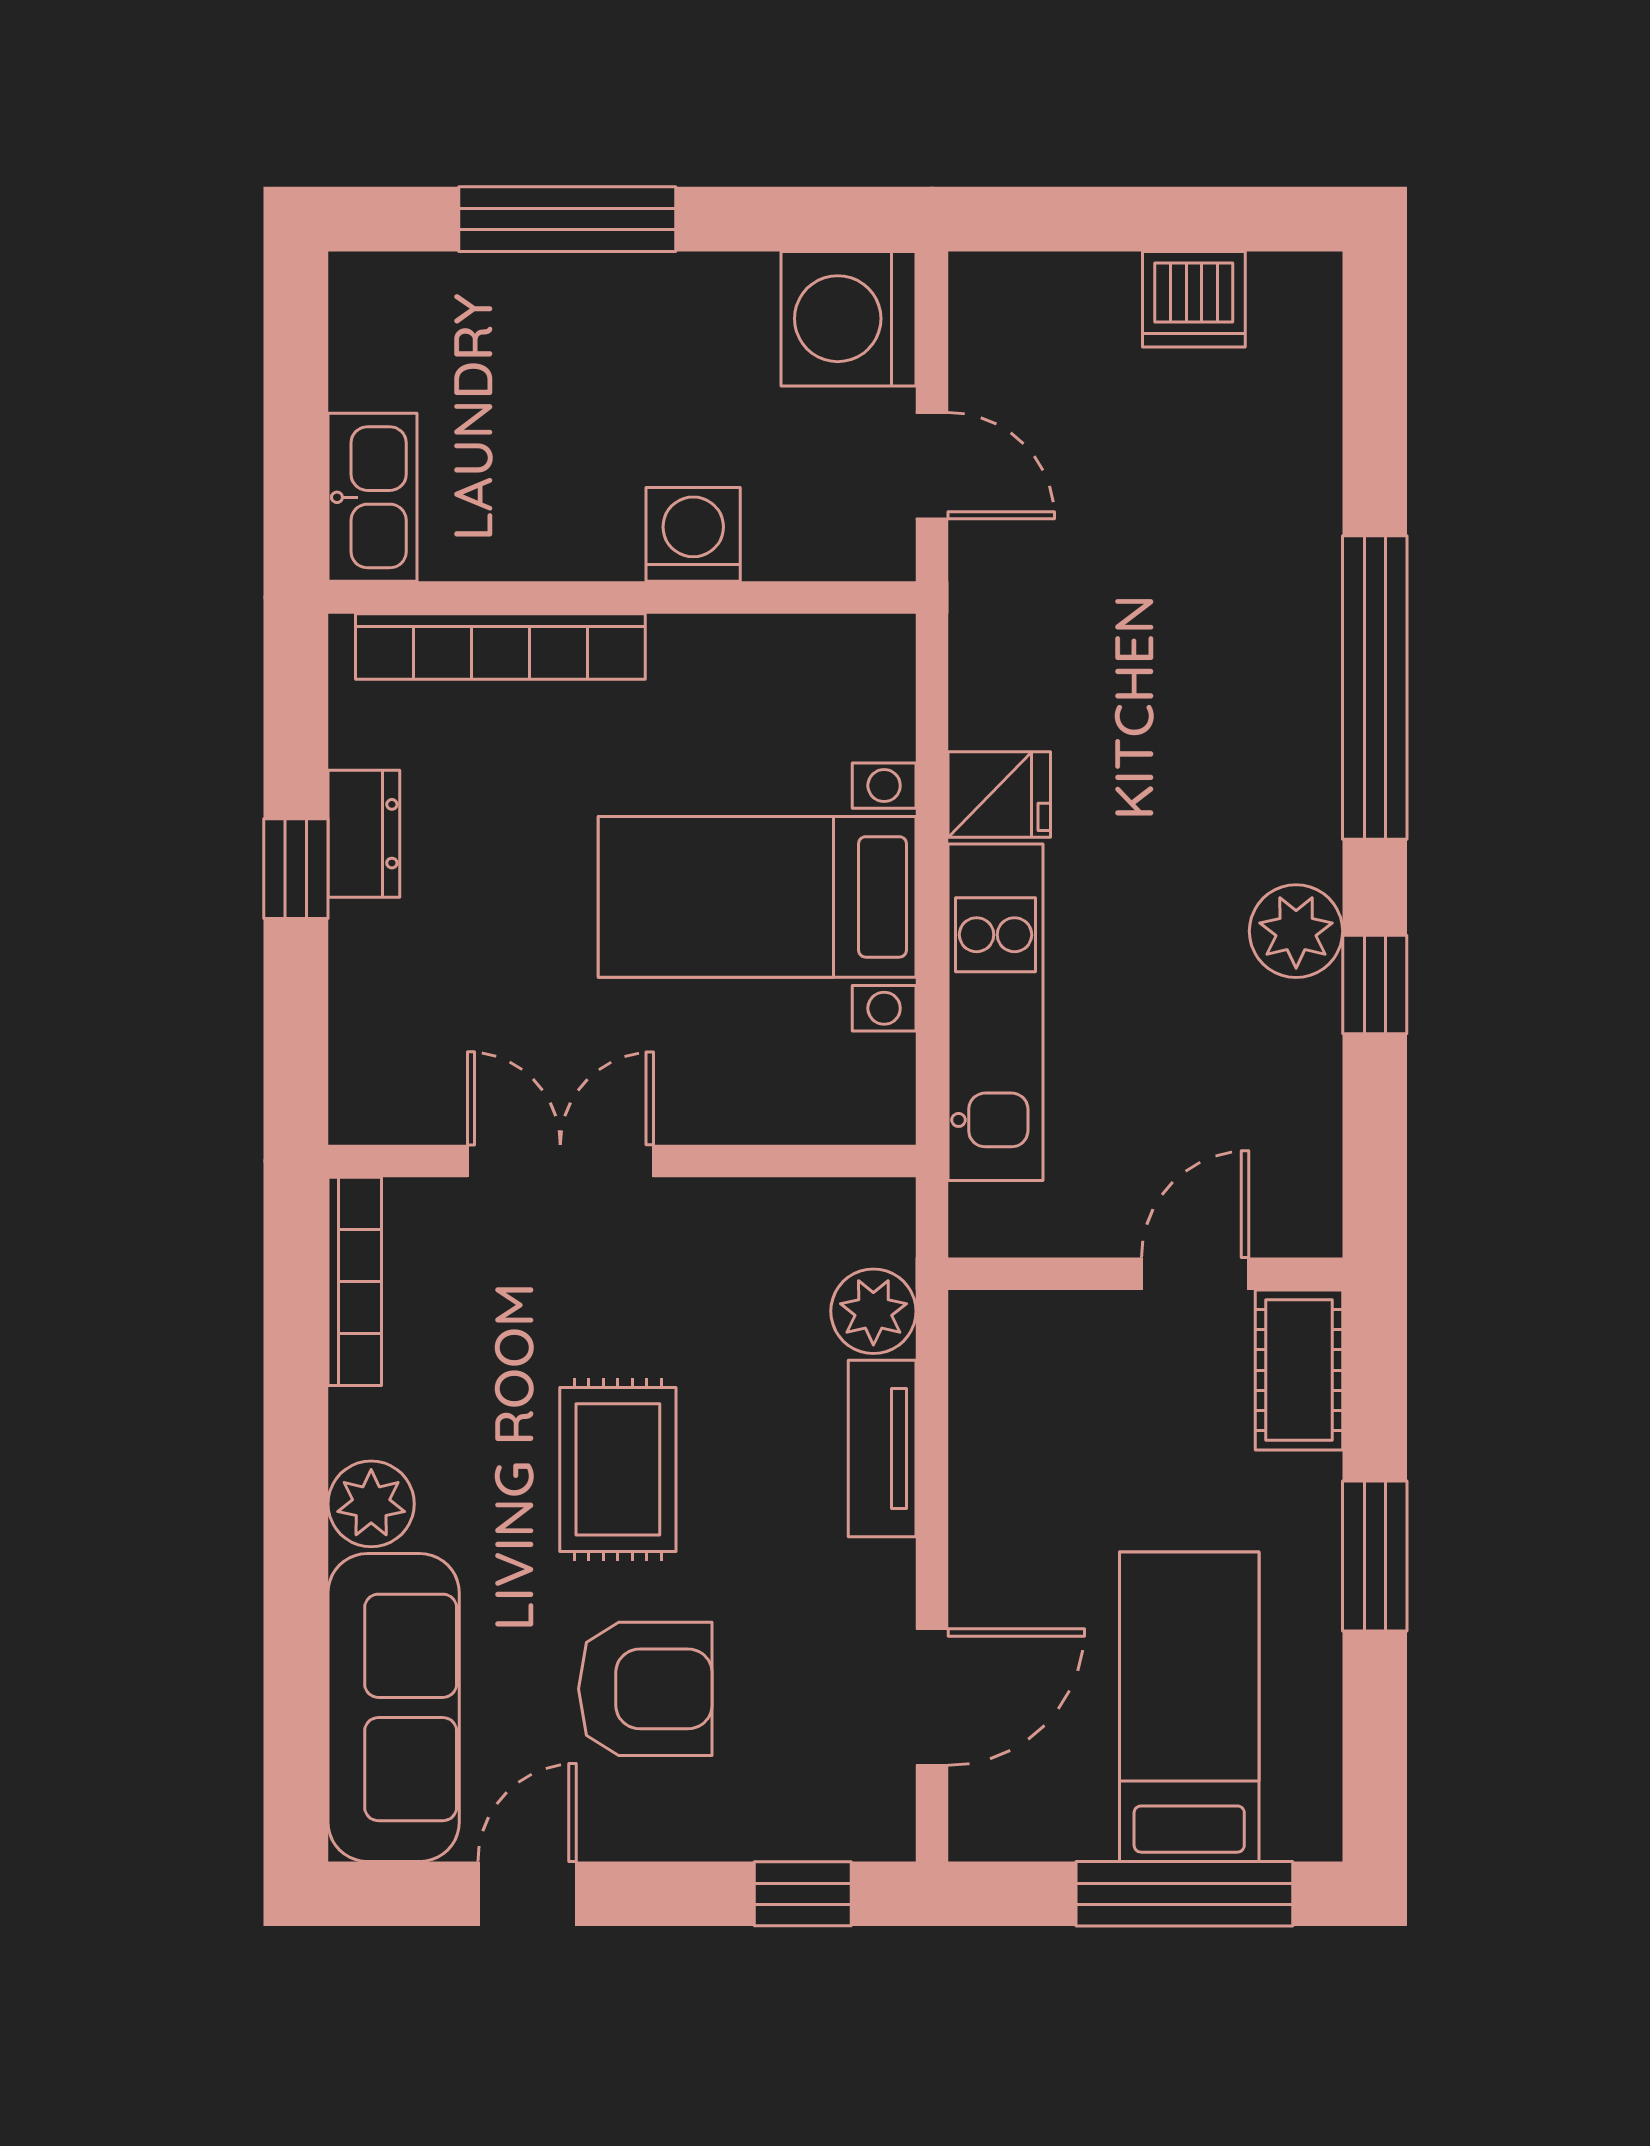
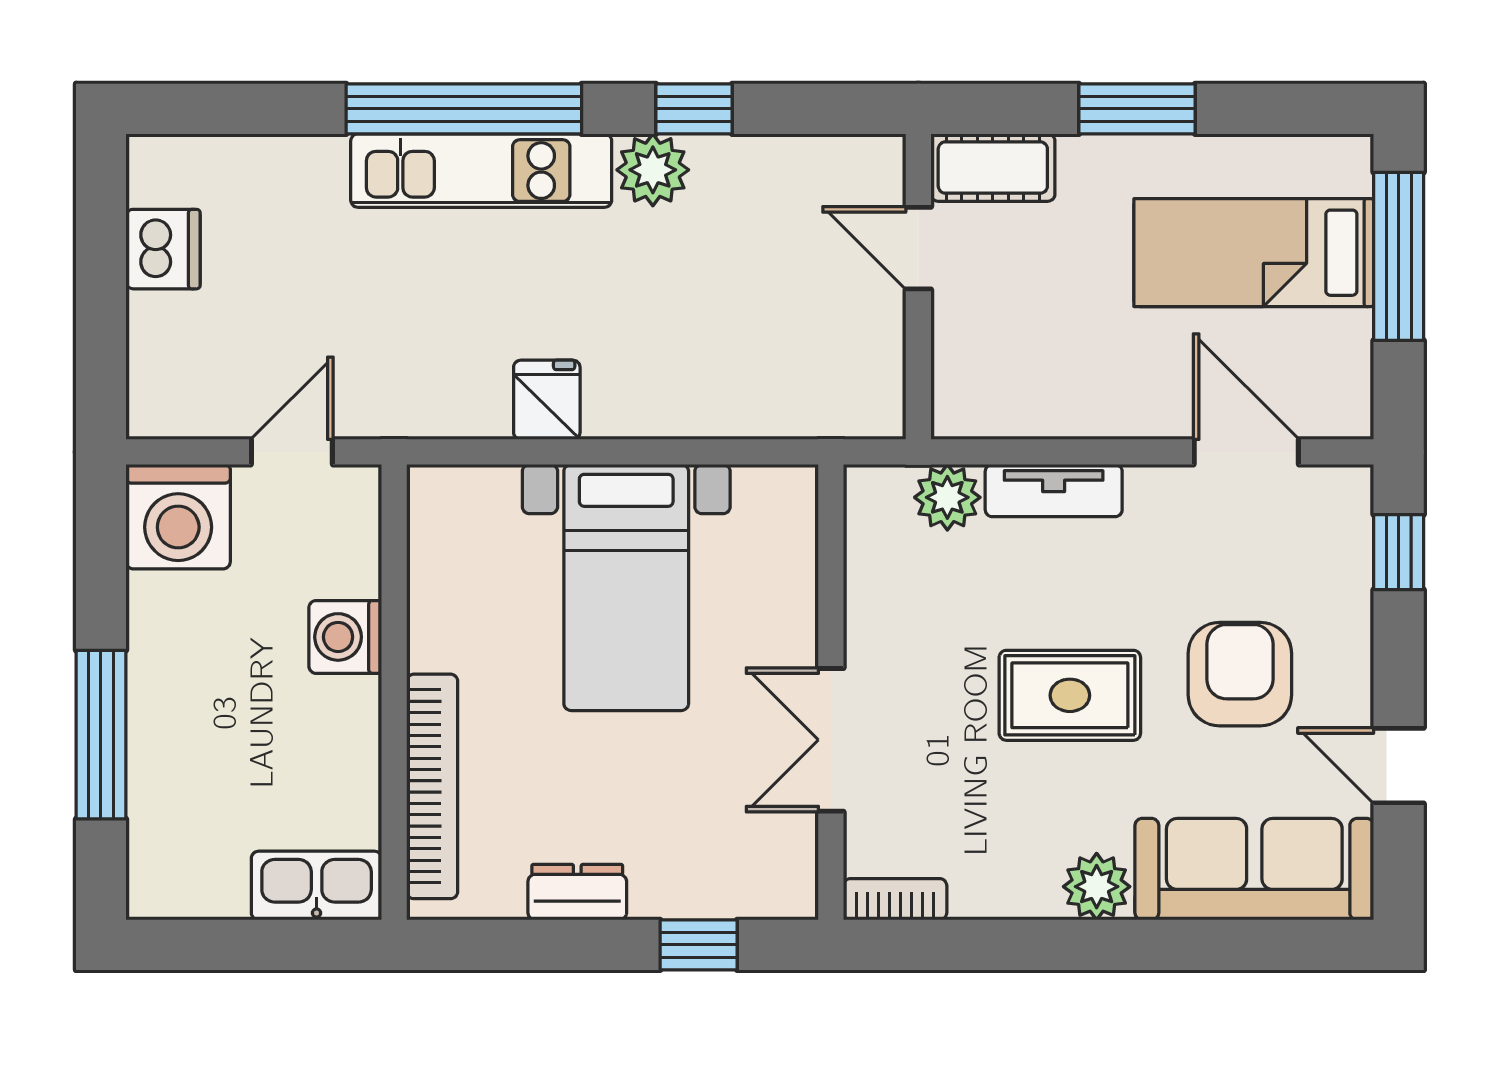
window: (296, 869) -> (699, 945), moved
kitchen unit: (996, 1012) -> (481, 171), moved, turned 180
bookcase: (355, 1281) -> (895, 899), width x0.64

